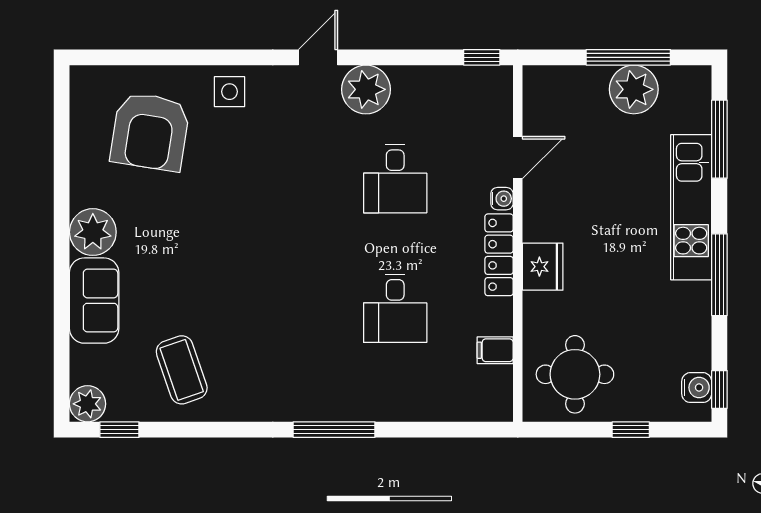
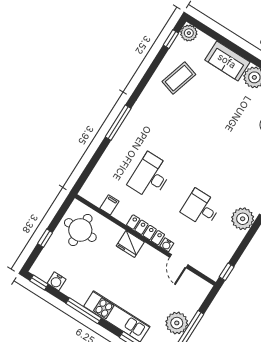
desk: (395, 308) -> (150, 176), width x1.37
coffee table: (182, 370) -> (179, 78), turned -54
water cooler: (697, 388) -> (57, 281), moved

